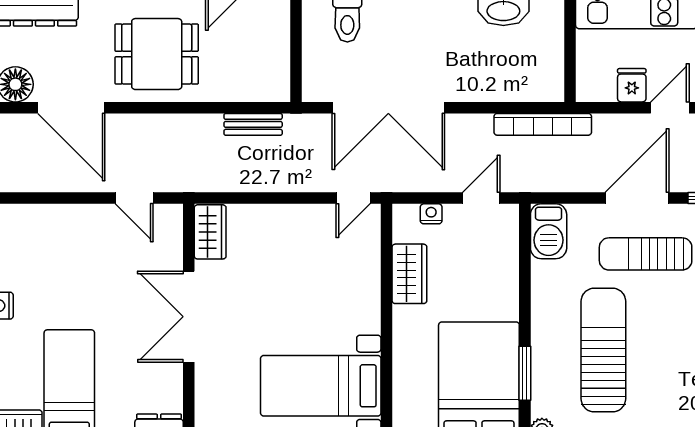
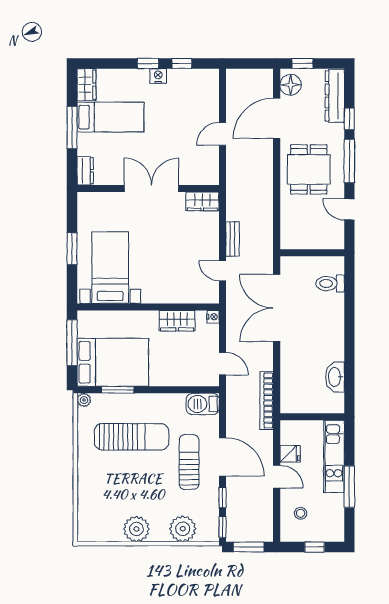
bench: (253, 124) -> (233, 239), moved
door: (134, 198) -> (223, 134), moved
door: (353, 198) -> (223, 271), moved
nightstand: (431, 214) -> (213, 317), moved

